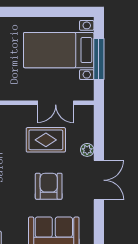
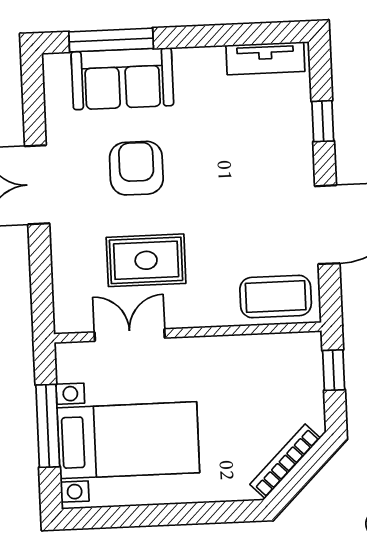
plant: (87, 150) -> (63, 244), removed
armchair: (49, 186) -> (136, 168), turned 180

